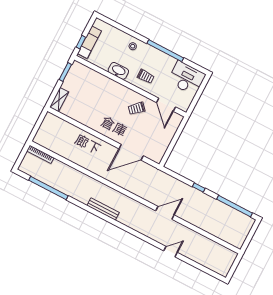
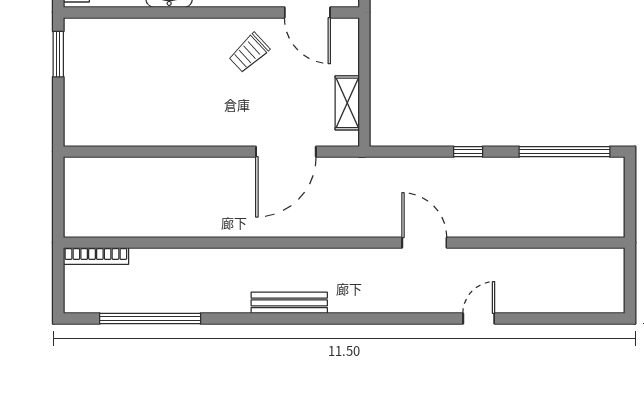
shelving: (59, 100) -> (347, 103), moved
door: (165, 213) -> (424, 243), hinge flipped

